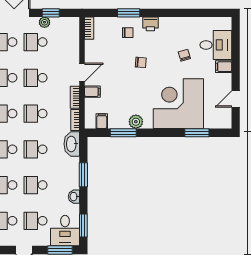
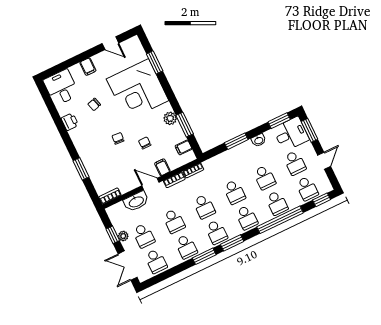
printer: (150, 24) -> (70, 122), moved
chair: (128, 33) -> (145, 143), moved
desk: (216, 45) -> (61, 87), moved
washbasin: (72, 144) -> (136, 202), moved

